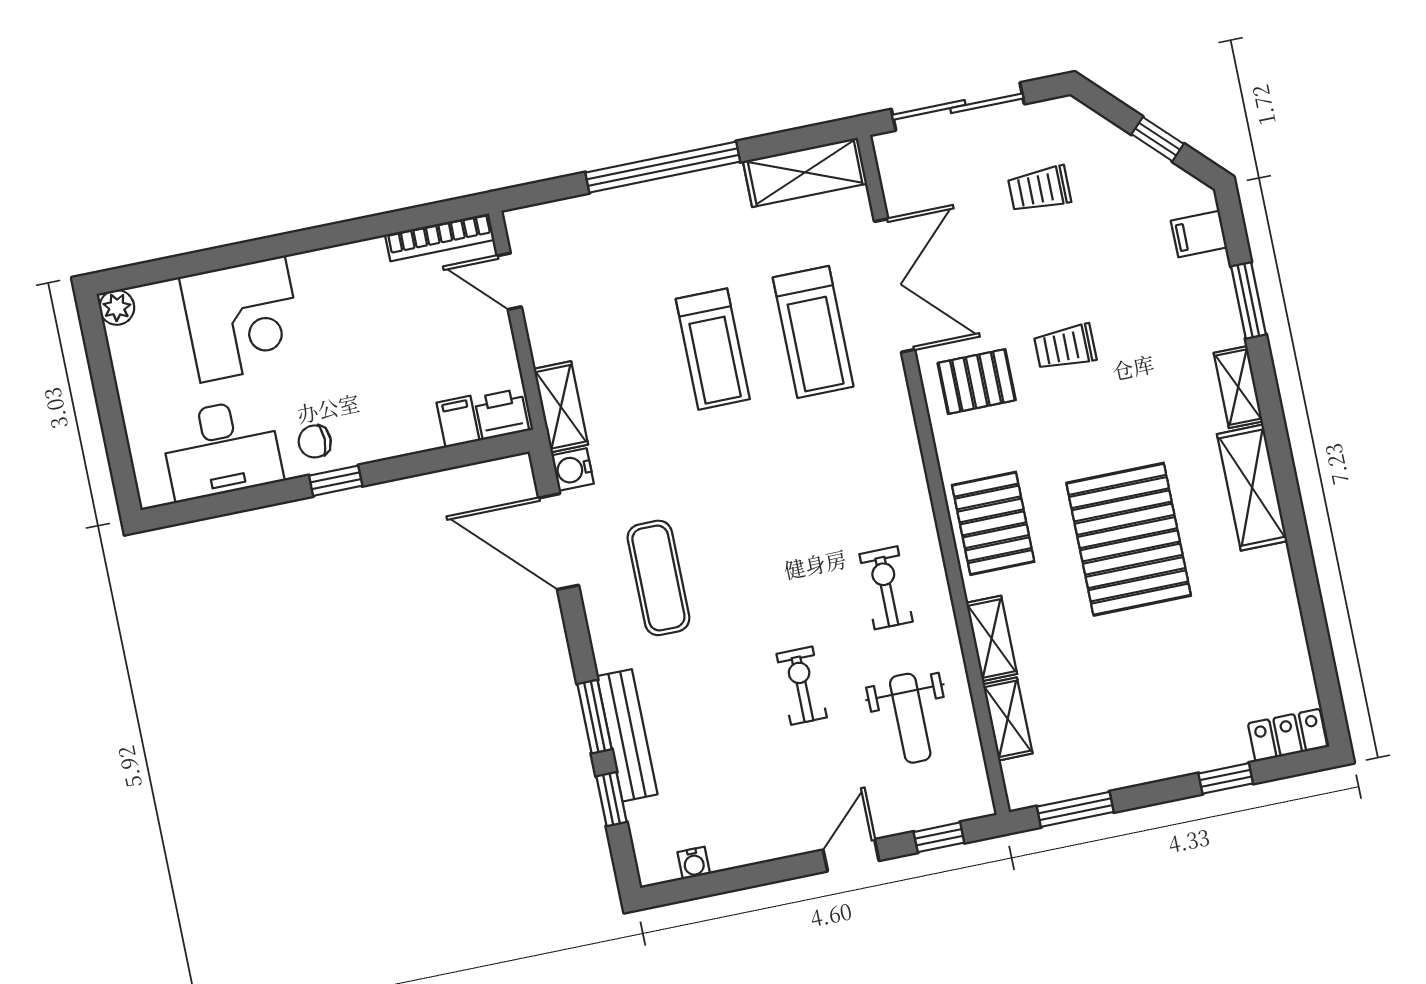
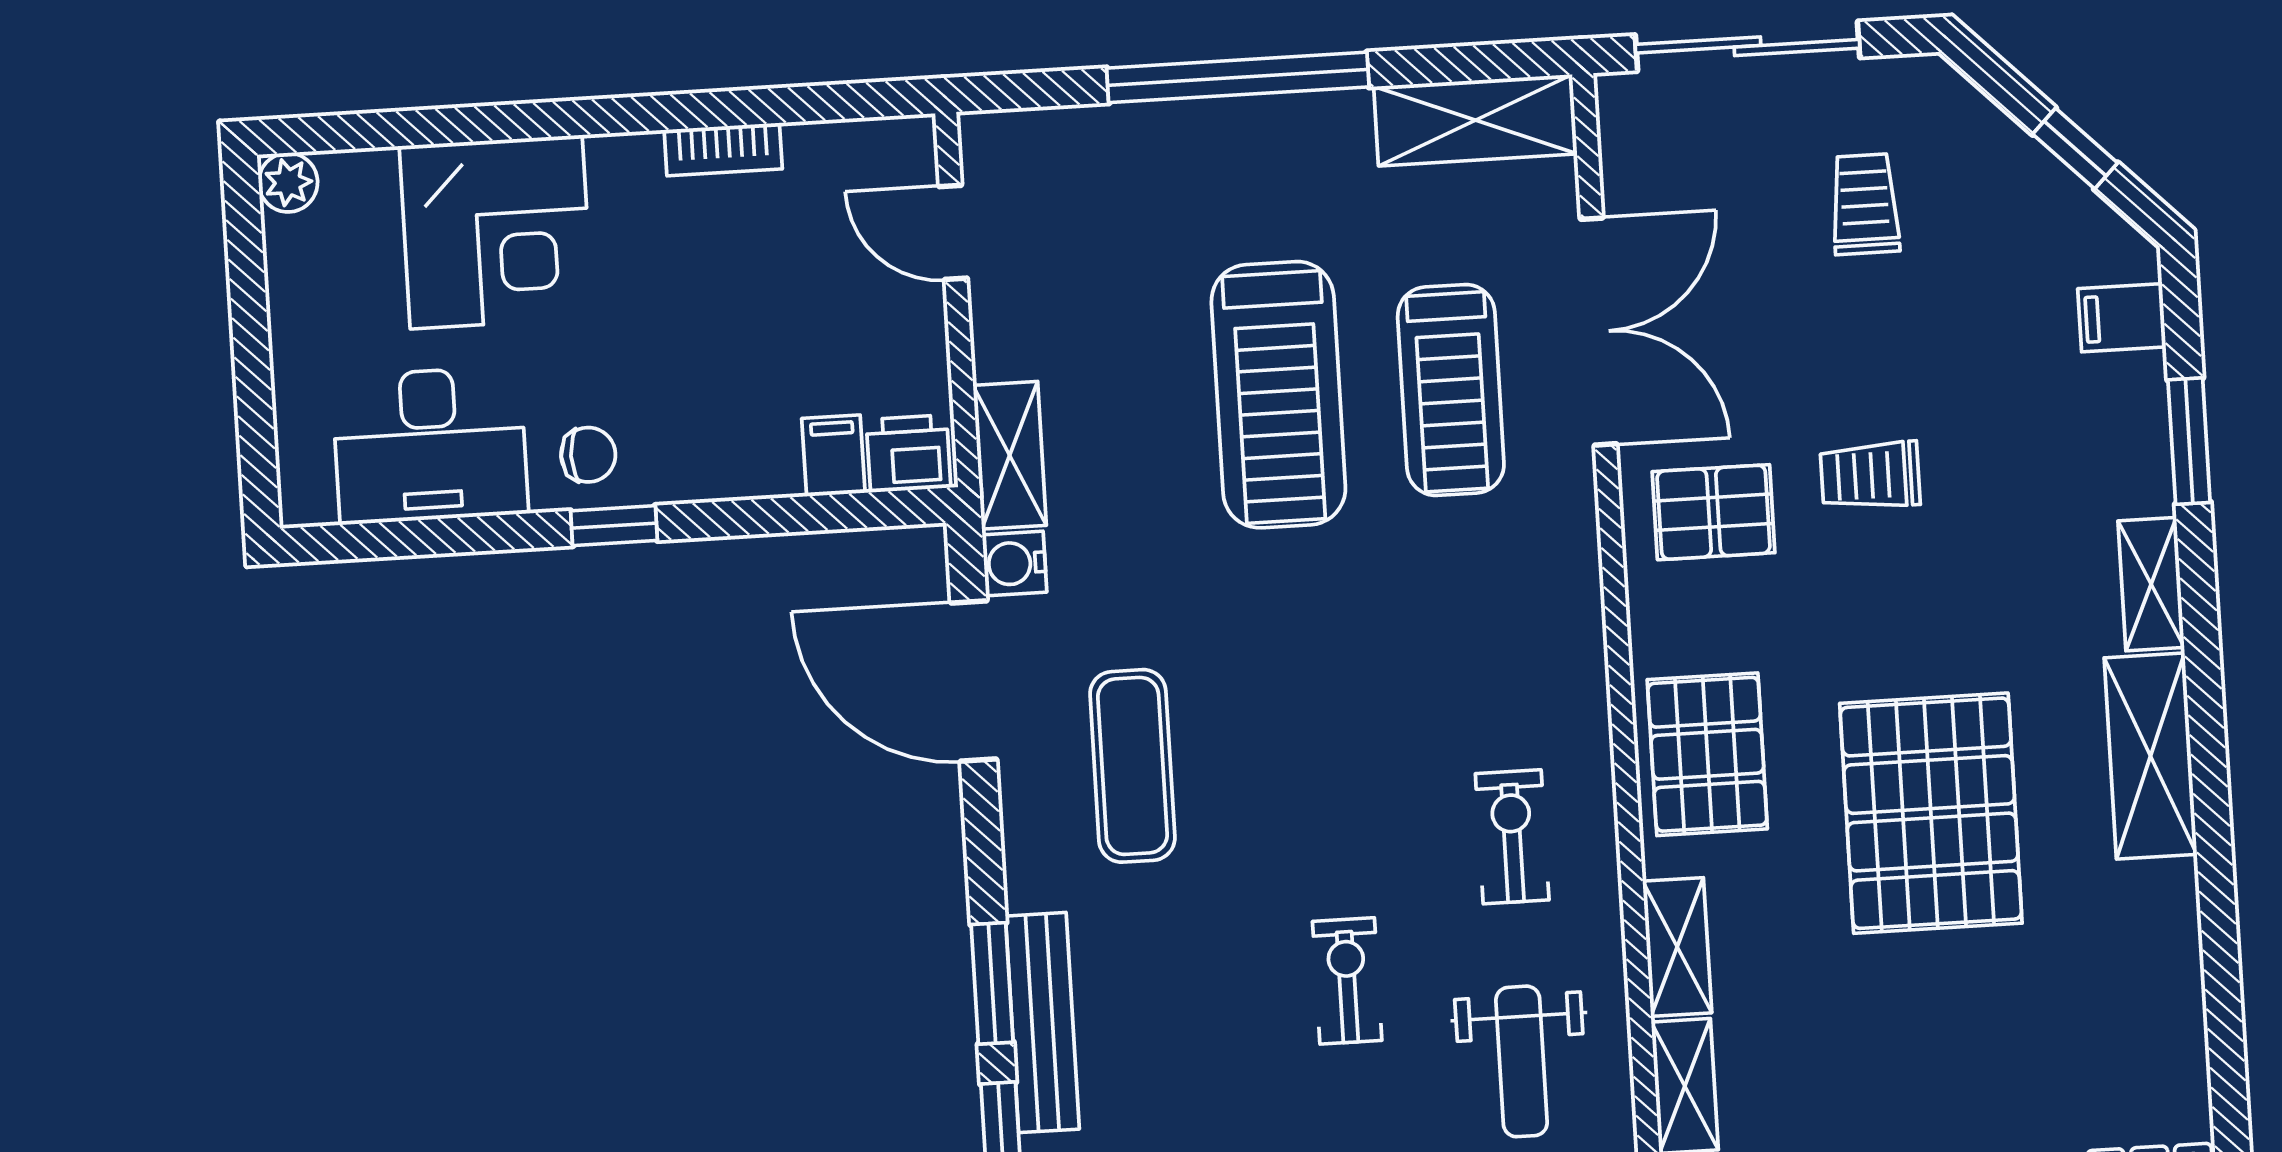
trolley: (1039, 189) -> (1865, 204), turned 90
bookcase: (440, 237) -> (723, 149), moved, width x0.64
treadmill: (713, 349) -> (1278, 395), width x1.37, depth x1.38
chair: (315, 441) -> (588, 455), turned 180

